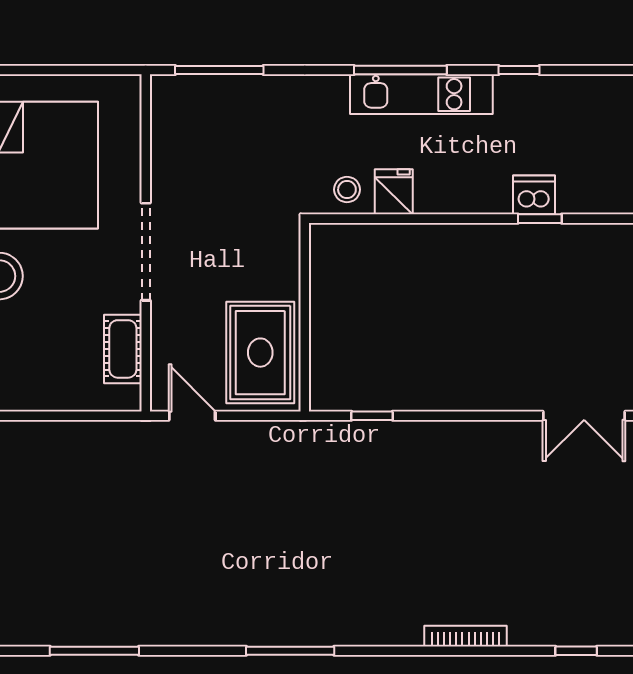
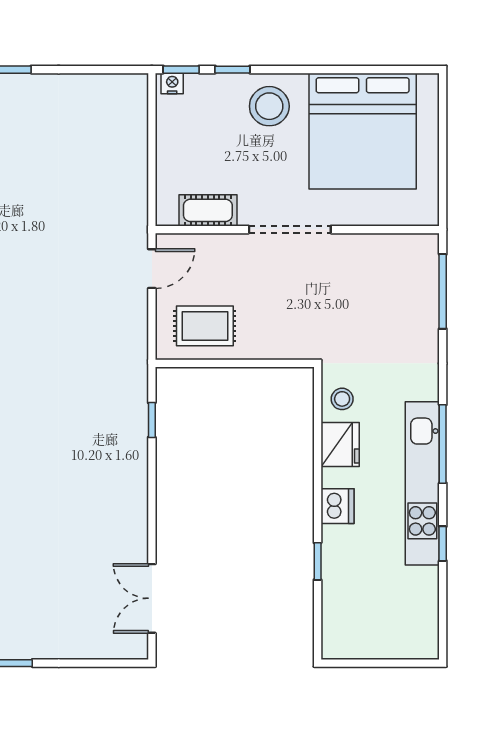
kitchen unit: (421, 94) -> (422, 483), width x1.36
fridge: (394, 192) -> (340, 444), width x1.38
dishwasher: (534, 195) -> (338, 506), moved
rug: (260, 353) -> (205, 326), width x0.73, depth x0.70

